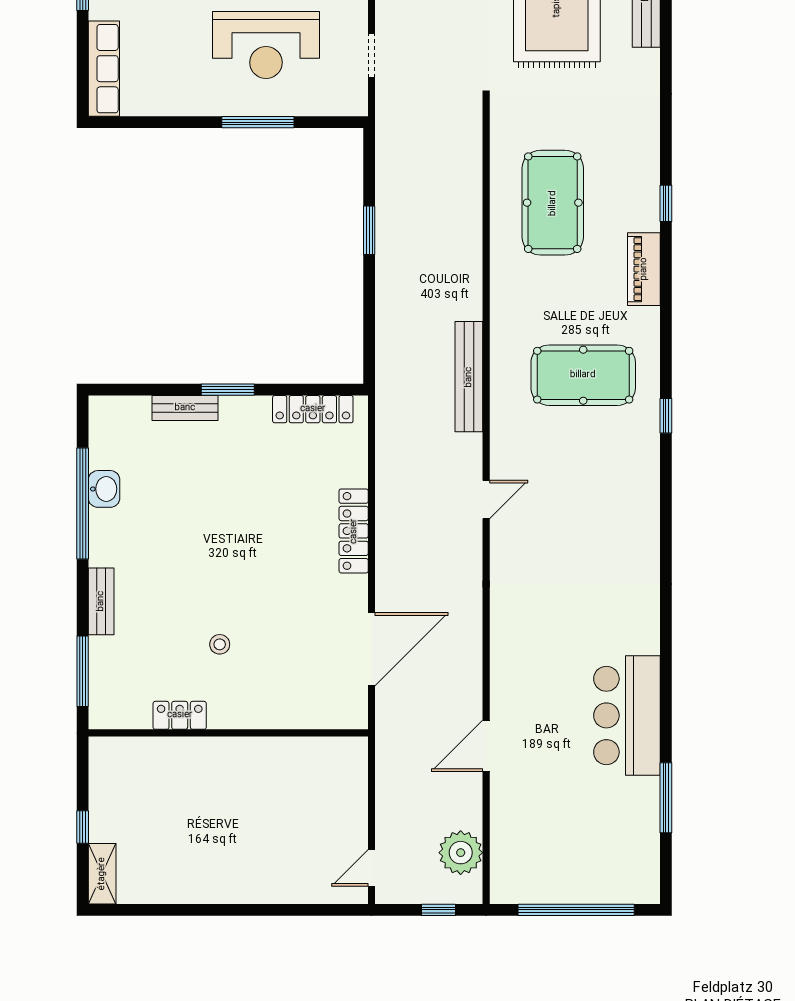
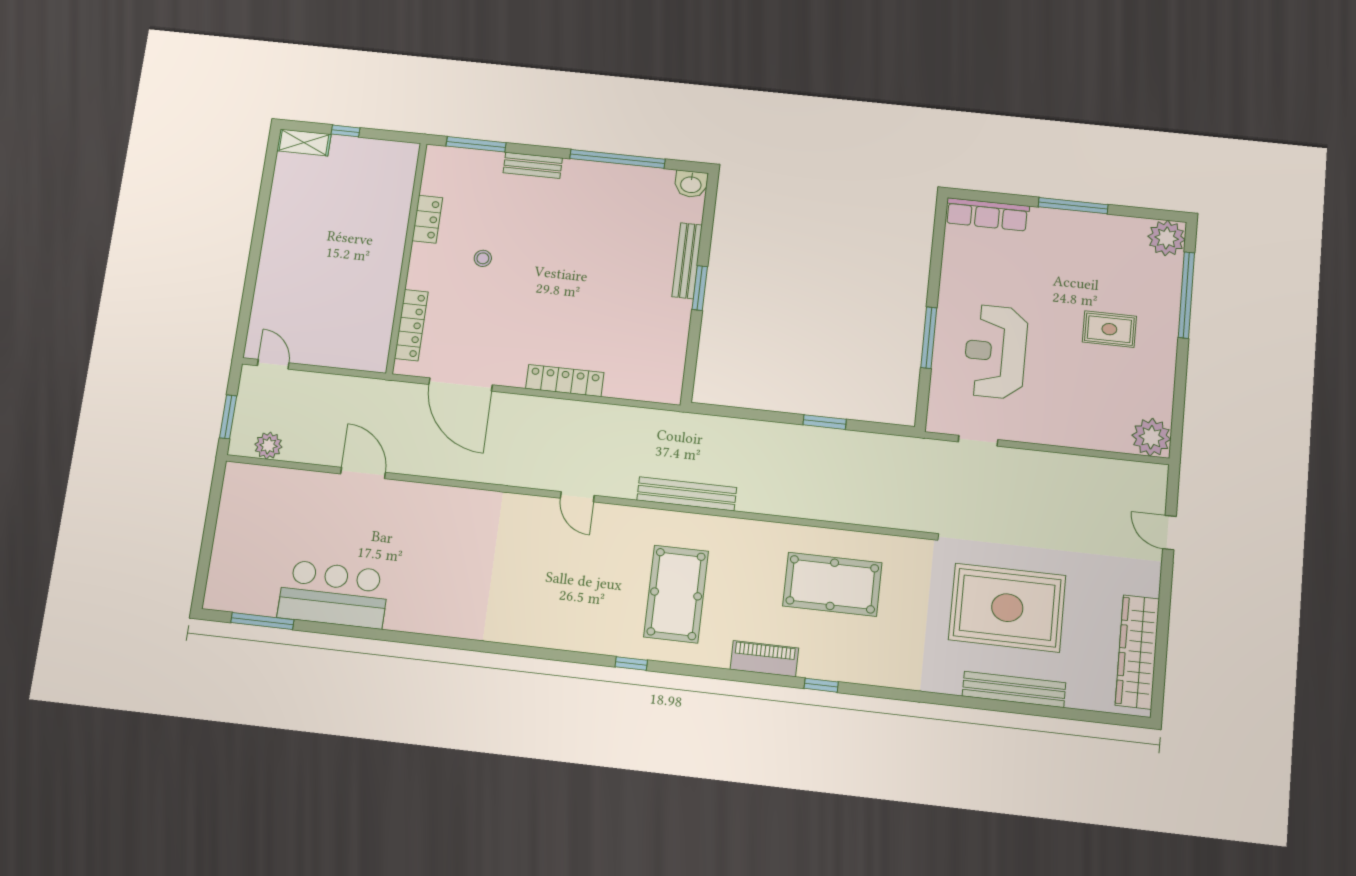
bench: (185, 408) -> (687, 261), width x1.36
locker: (313, 409) -> (411, 325), moved, turned 180
washbasin: (104, 489) -> (691, 184), moved
bar counter: (627, 715) -> (334, 594), moved
window: (666, 798) -> (262, 621), moved
plant: (461, 853) -> (268, 446), width x0.73, depth x0.73
window: (439, 910) -> (228, 417), width x1.50
window: (576, 910) -> (209, 535), removed

